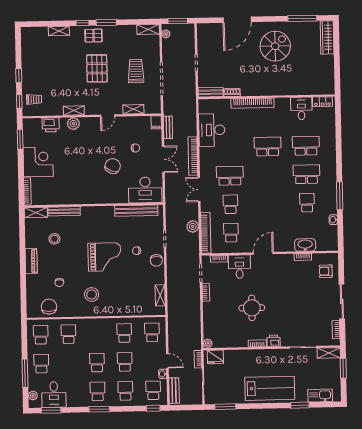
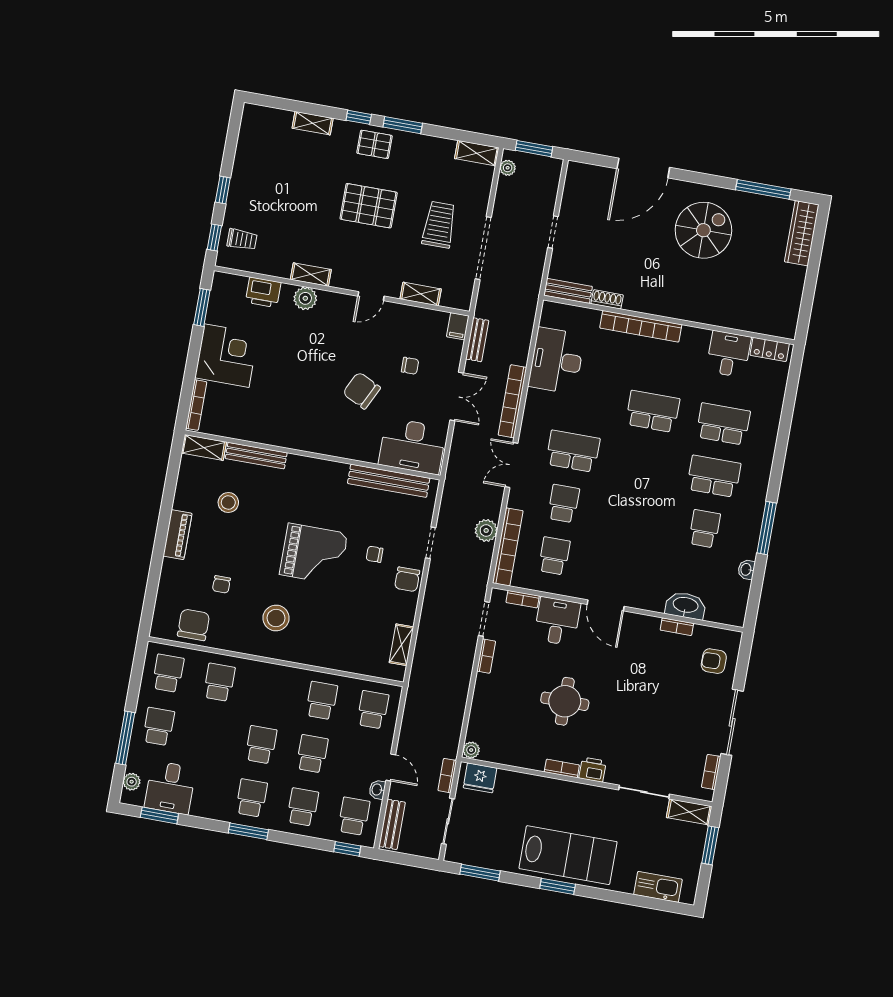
pallet: (97, 68) -> (369, 206), turned 90
chair: (113, 166) -> (362, 390), turned -85
door: (263, 253) -> (606, 605), swing flipped
window: (300, 405) -> (558, 886), moved

